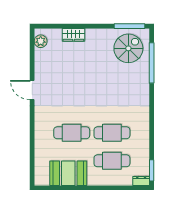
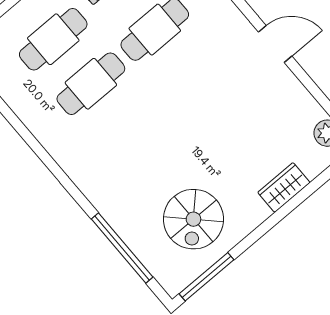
spiral stairs: (128, 48) -> (193, 219), moved

